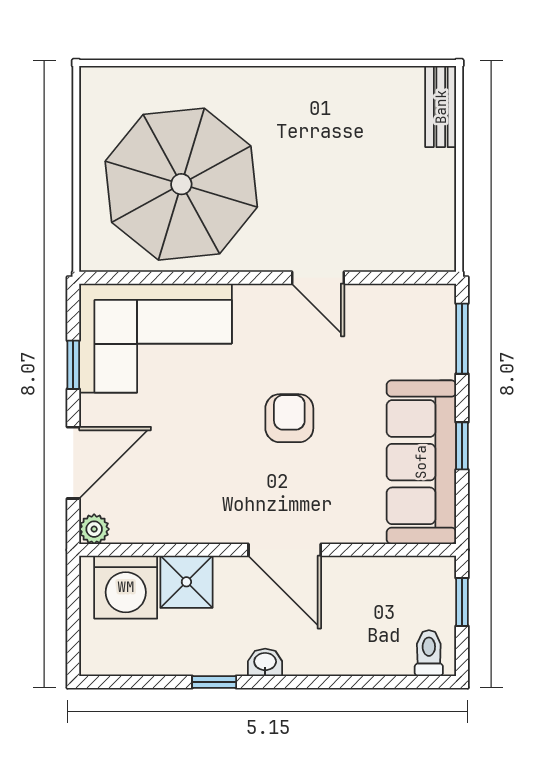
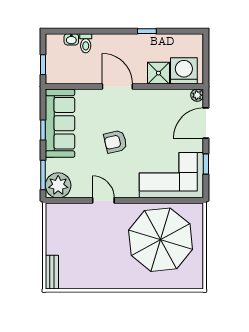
plant: (426, 314) -> (58, 185), added
armchair: (289, 418) -> (115, 142), turned 77
toilet: (429, 653) -> (86, 43), moved
washbasin: (265, 662) -> (71, 39), moved

